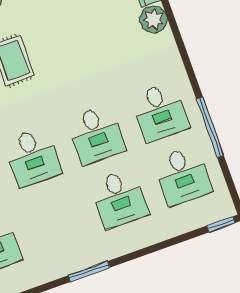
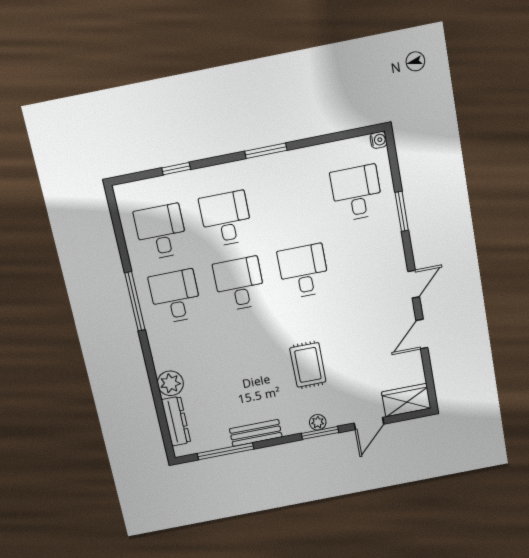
window: (210, 127) -> (135, 301), moved
window: (221, 224) -> (176, 169), moved

